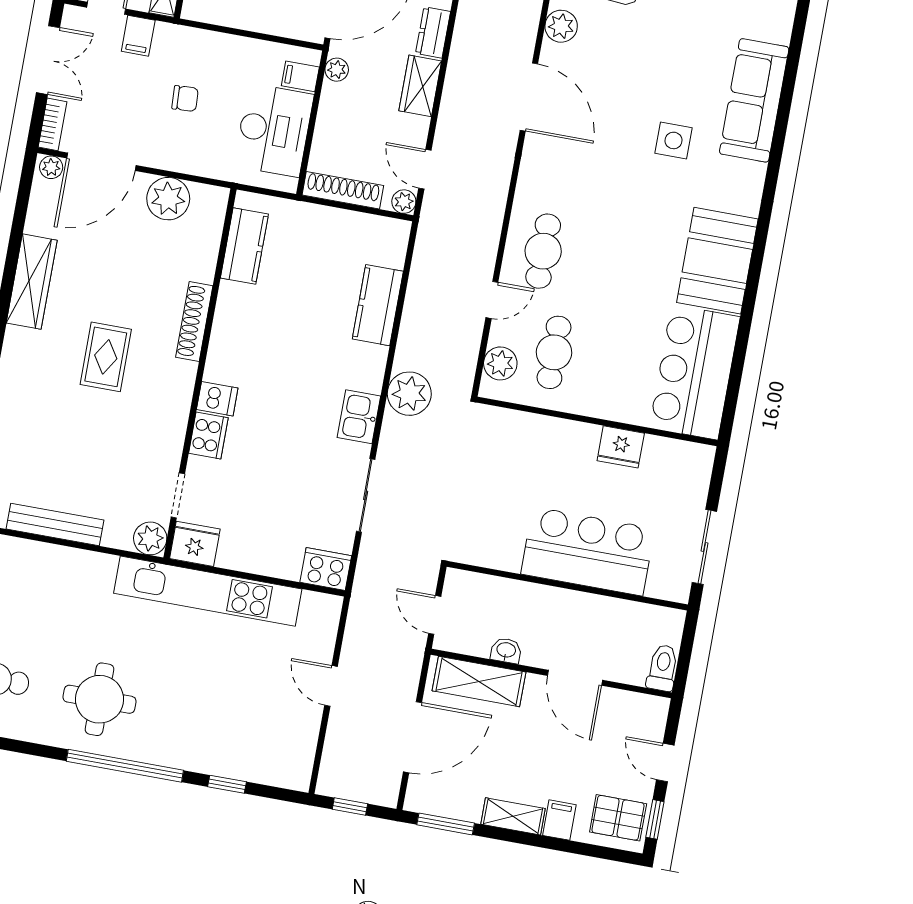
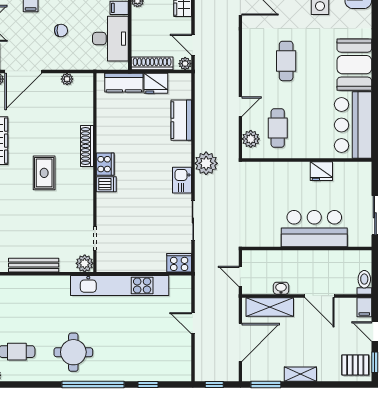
plant: (168, 199) -> (67, 79), width x0.53, depth x0.53
kitchen counter: (244, 246) -> (124, 83), moved, turned 90
cafe table: (543, 251) -> (286, 61), moved
cooker: (208, 436) -> (105, 164), moved
fridge: (195, 544) -> (156, 83), moved, turned 180
filing cabinet: (559, 820) -> (364, 307), moved, turned 180

